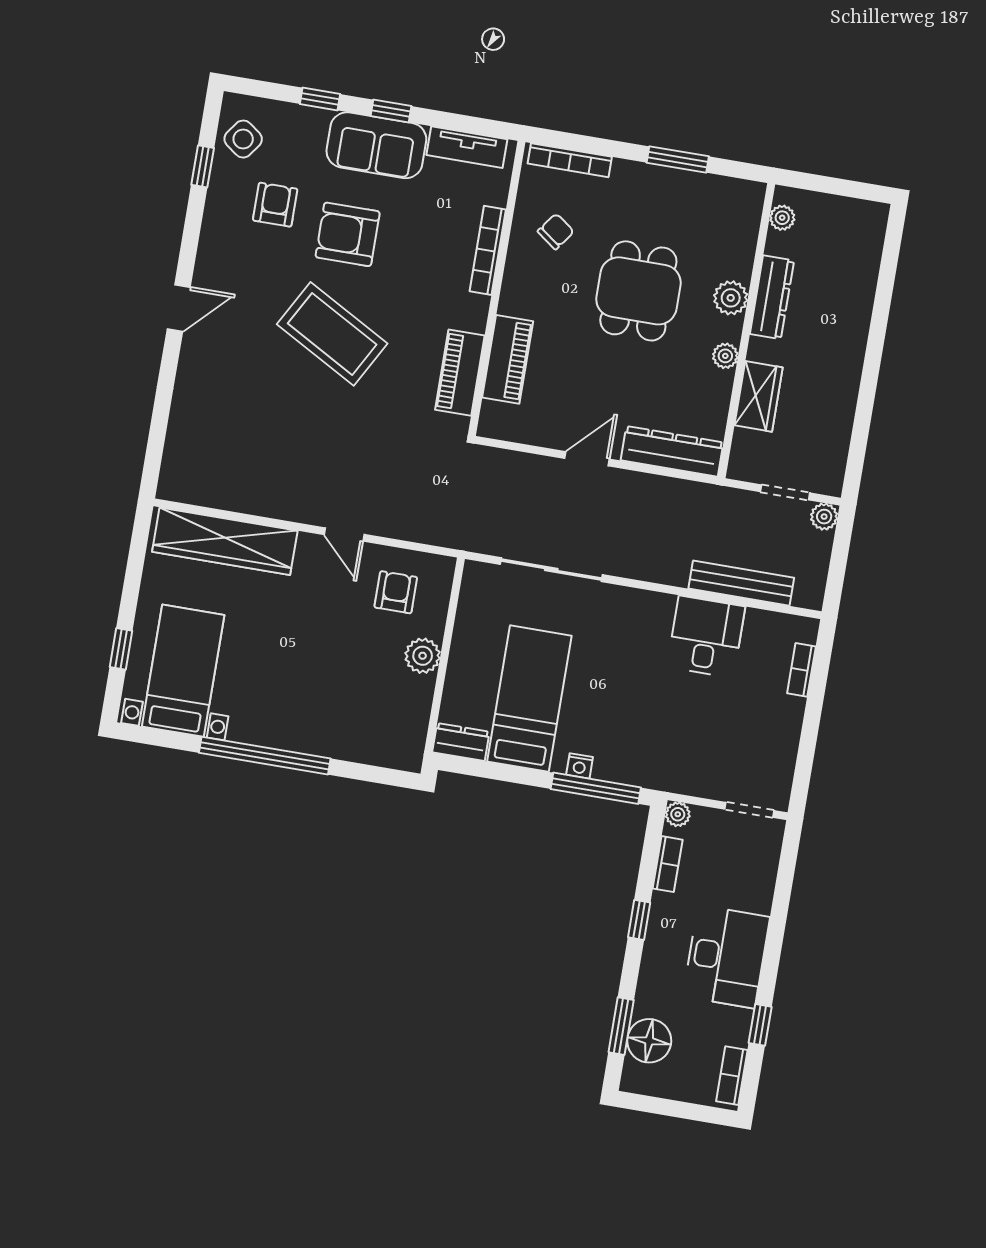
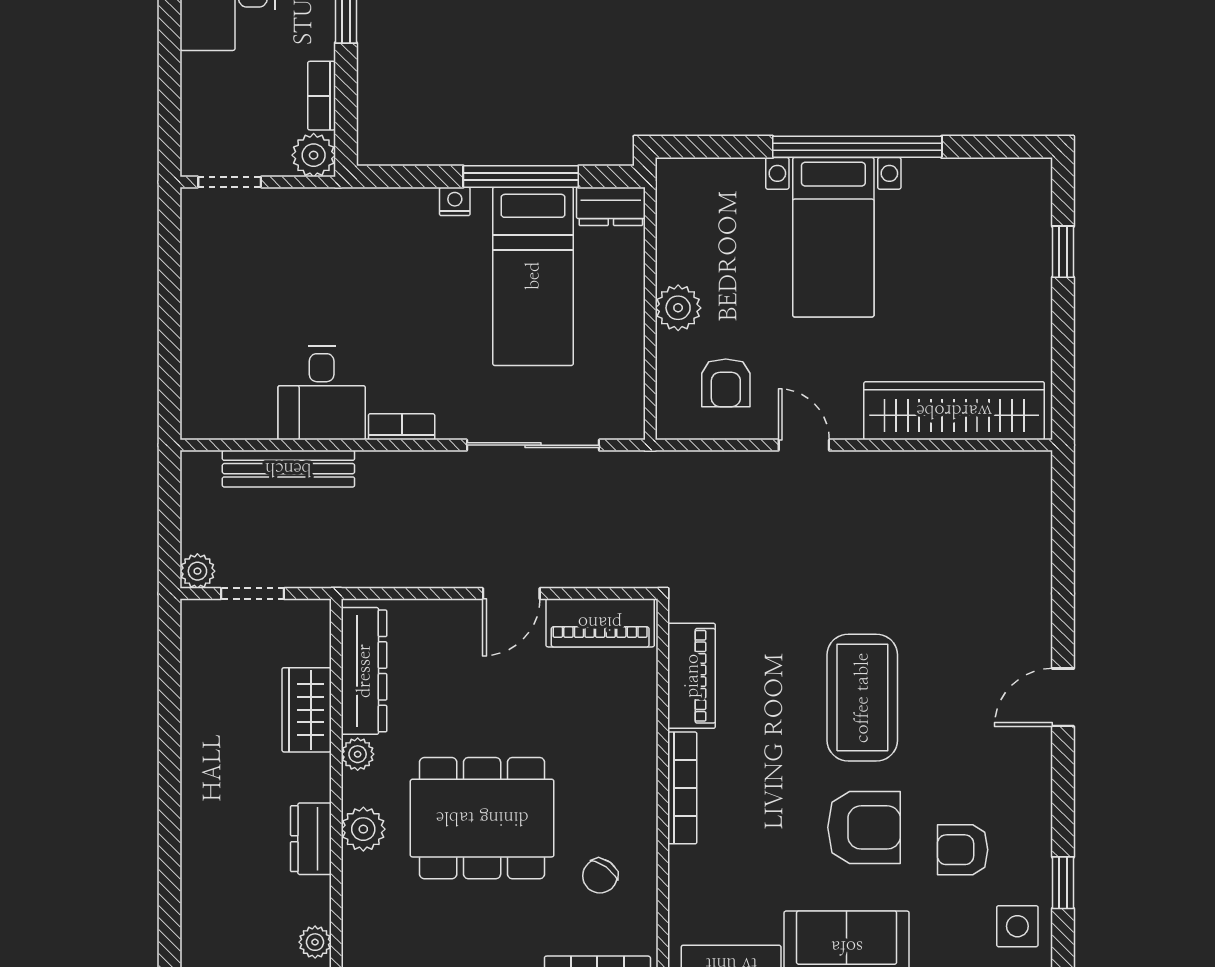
side table: (243, 139) -> (1017, 926), turned -36
armchair: (275, 205) -> (963, 850), turned 90
bookcase: (488, 250) -> (682, 788), moved
dining table: (638, 291) -> (482, 818), width x1.38
dresser: (772, 297) -> (311, 839), width x0.70
coffee table: (332, 334) -> (862, 698), turned 61
piano: (508, 359) -> (600, 623), moved, turned -90
dresser: (672, 451) -> (364, 671), moved, turned -90
bookcase: (801, 670) -> (402, 427), moved, turned -90
bed with nightstands: (183, 671) -> (833, 237), moved
window: (596, 788) -> (521, 176), moved
plant: (678, 814) -> (314, 155), width x1.38, depth x1.38

